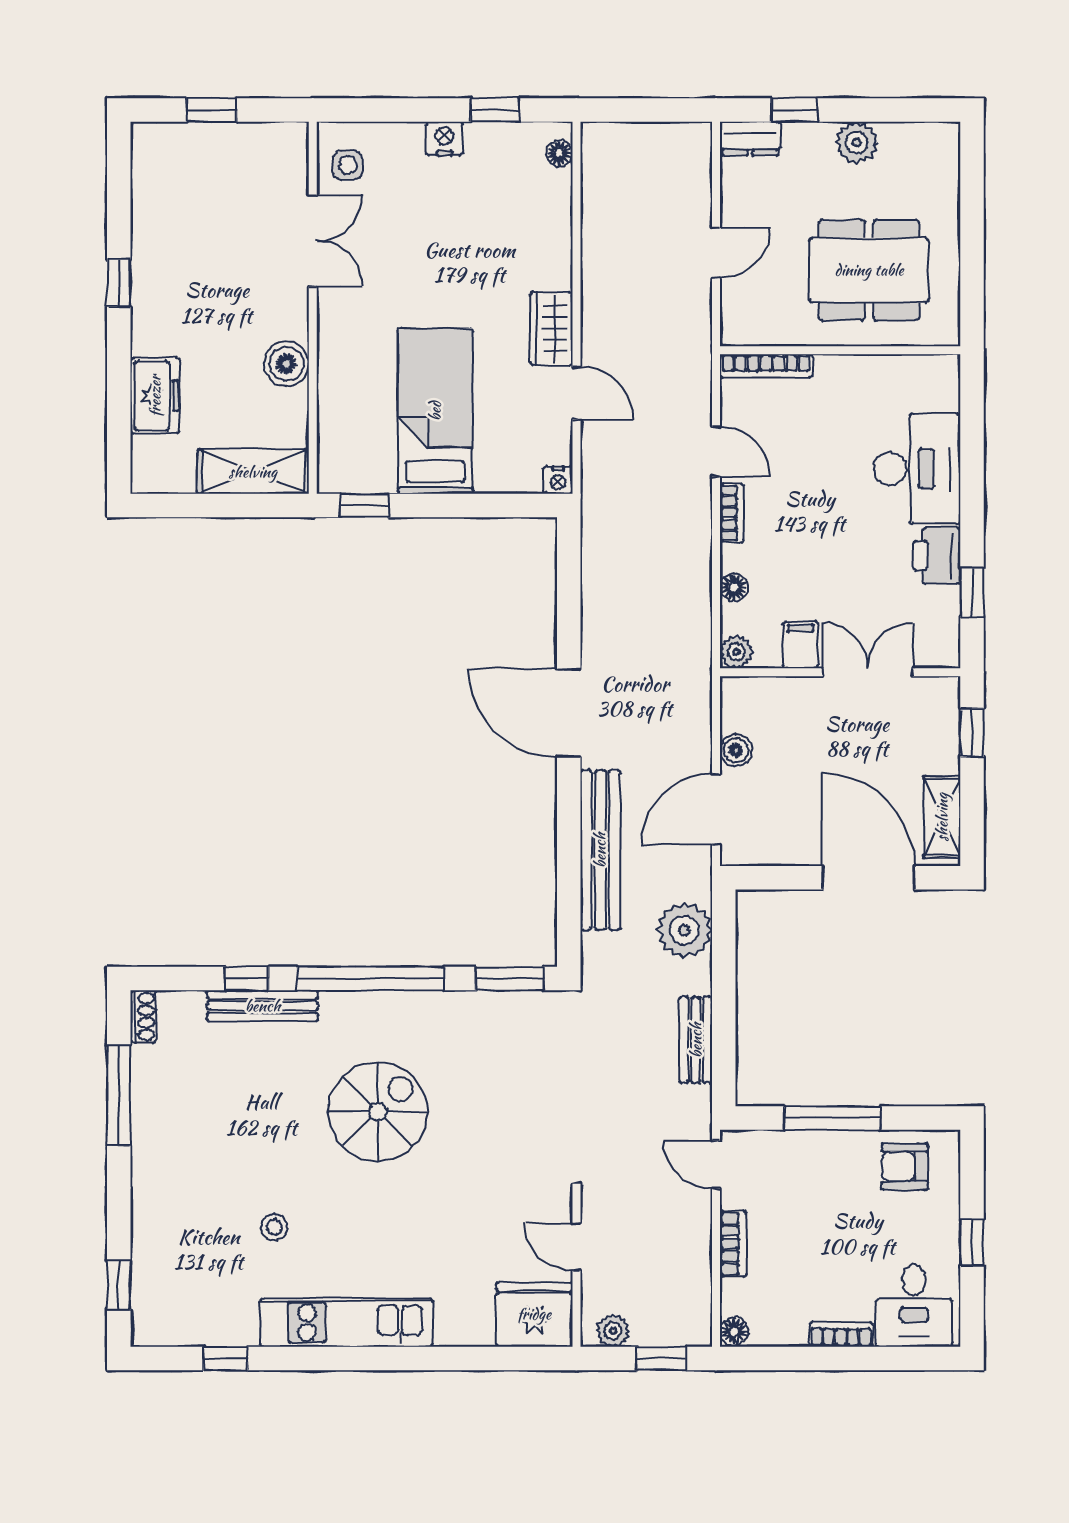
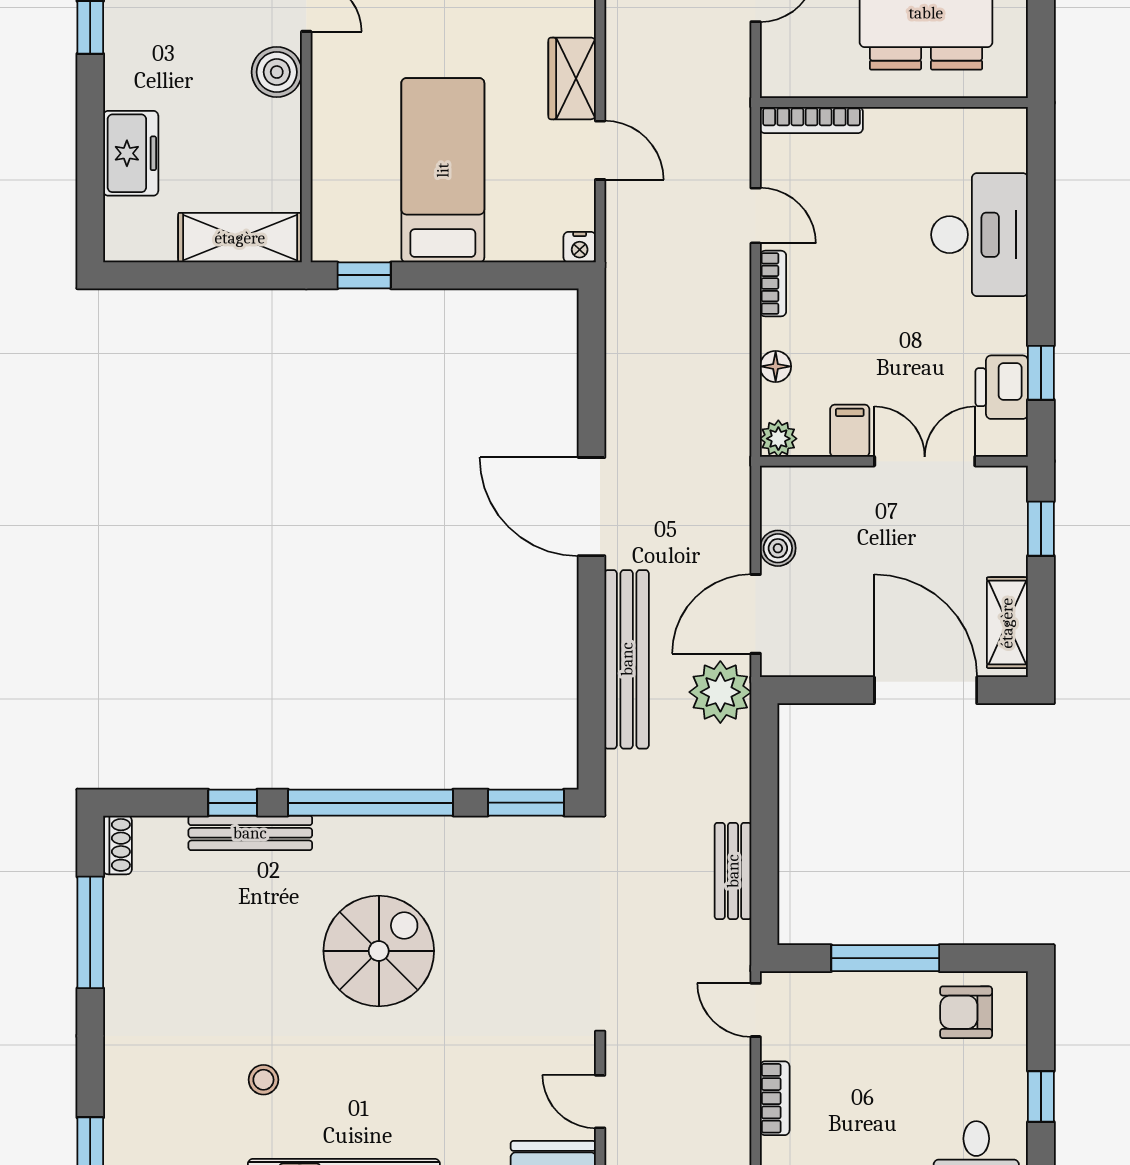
boiler: (286, 364) -> (277, 72), moved
printer: (937, 556) -> (1002, 387), moved
plant: (684, 930) -> (720, 692), moved

